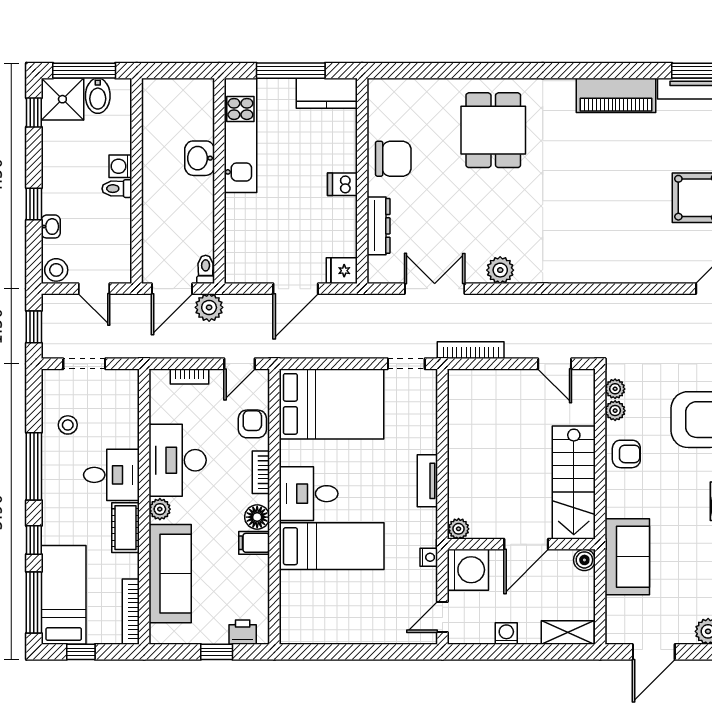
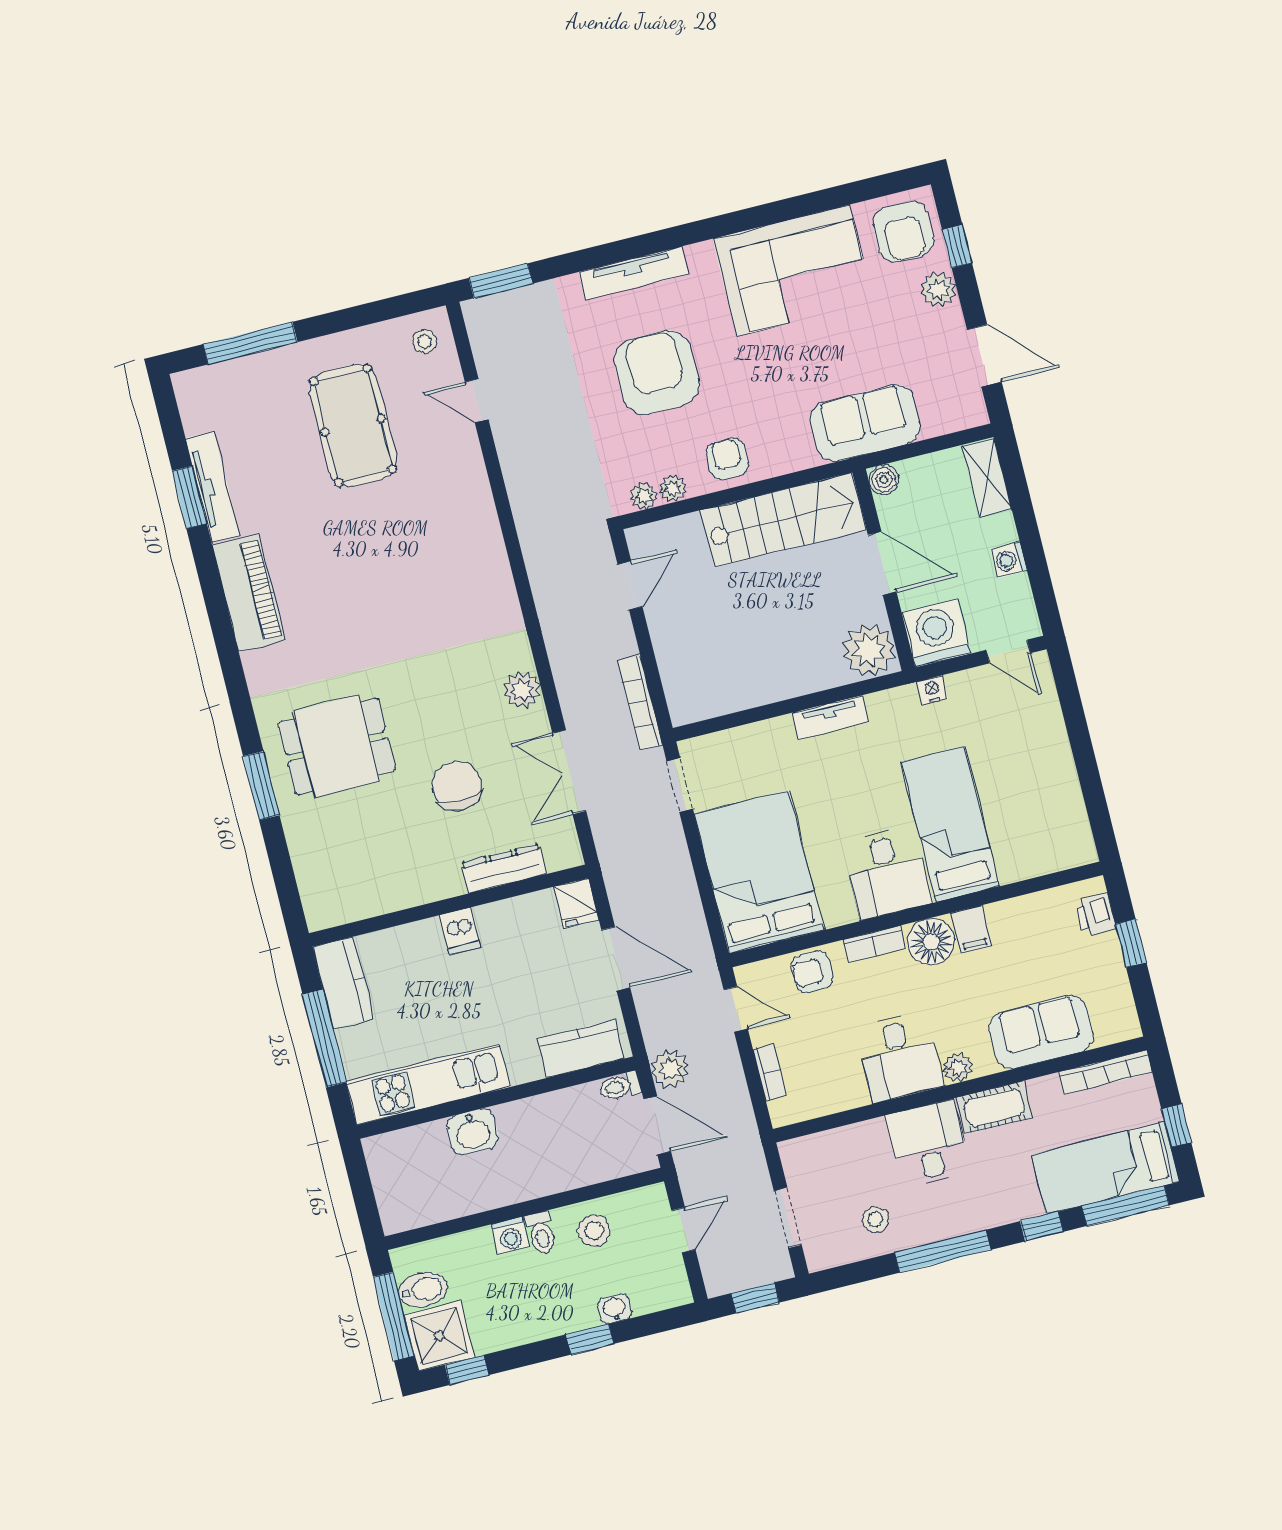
window: (479, 71) -> (261, 786), added
chair: (393, 159) -> (457, 786), moved
kitchen counter: (239, 249) -> (581, 1049), added
stool: (56, 270) -> (594, 1231), moved
desk: (178, 460) -> (899, 1057), width x0.73
floor lamp: (257, 517) -> (931, 942), width x1.38, depth x1.38
plant: (459, 529) -> (869, 650), width x1.87, depth x1.87
sofa: (170, 574) -> (1041, 1032), width x0.73

